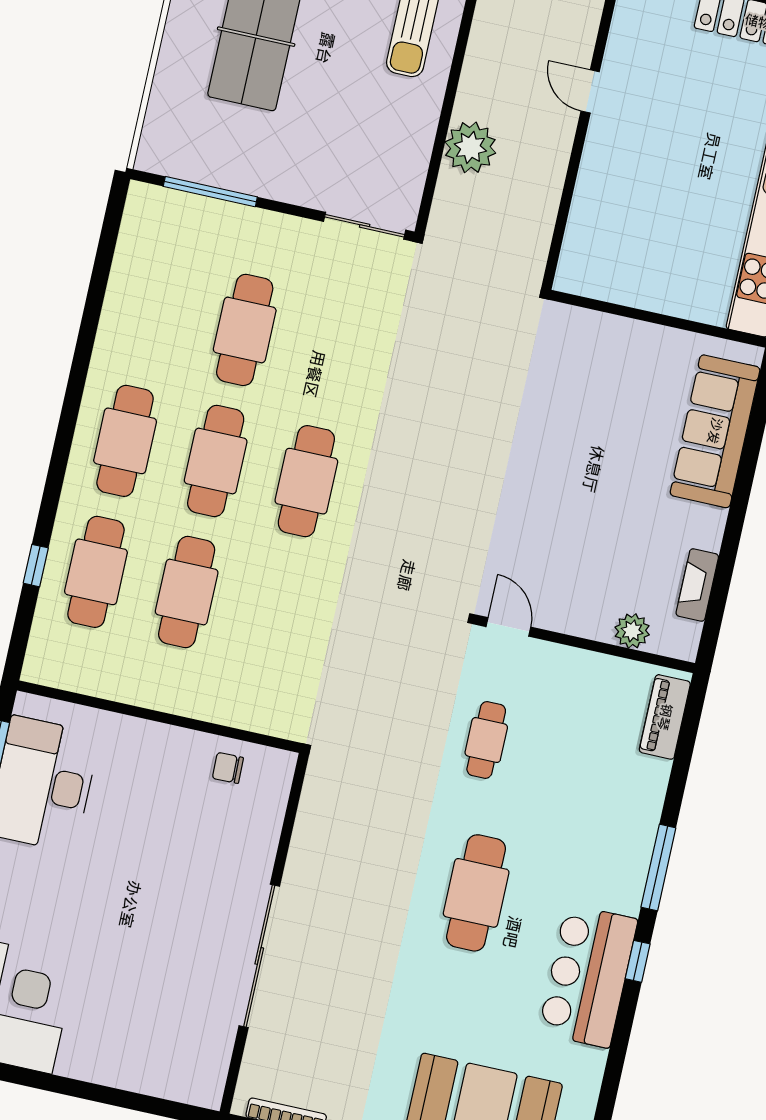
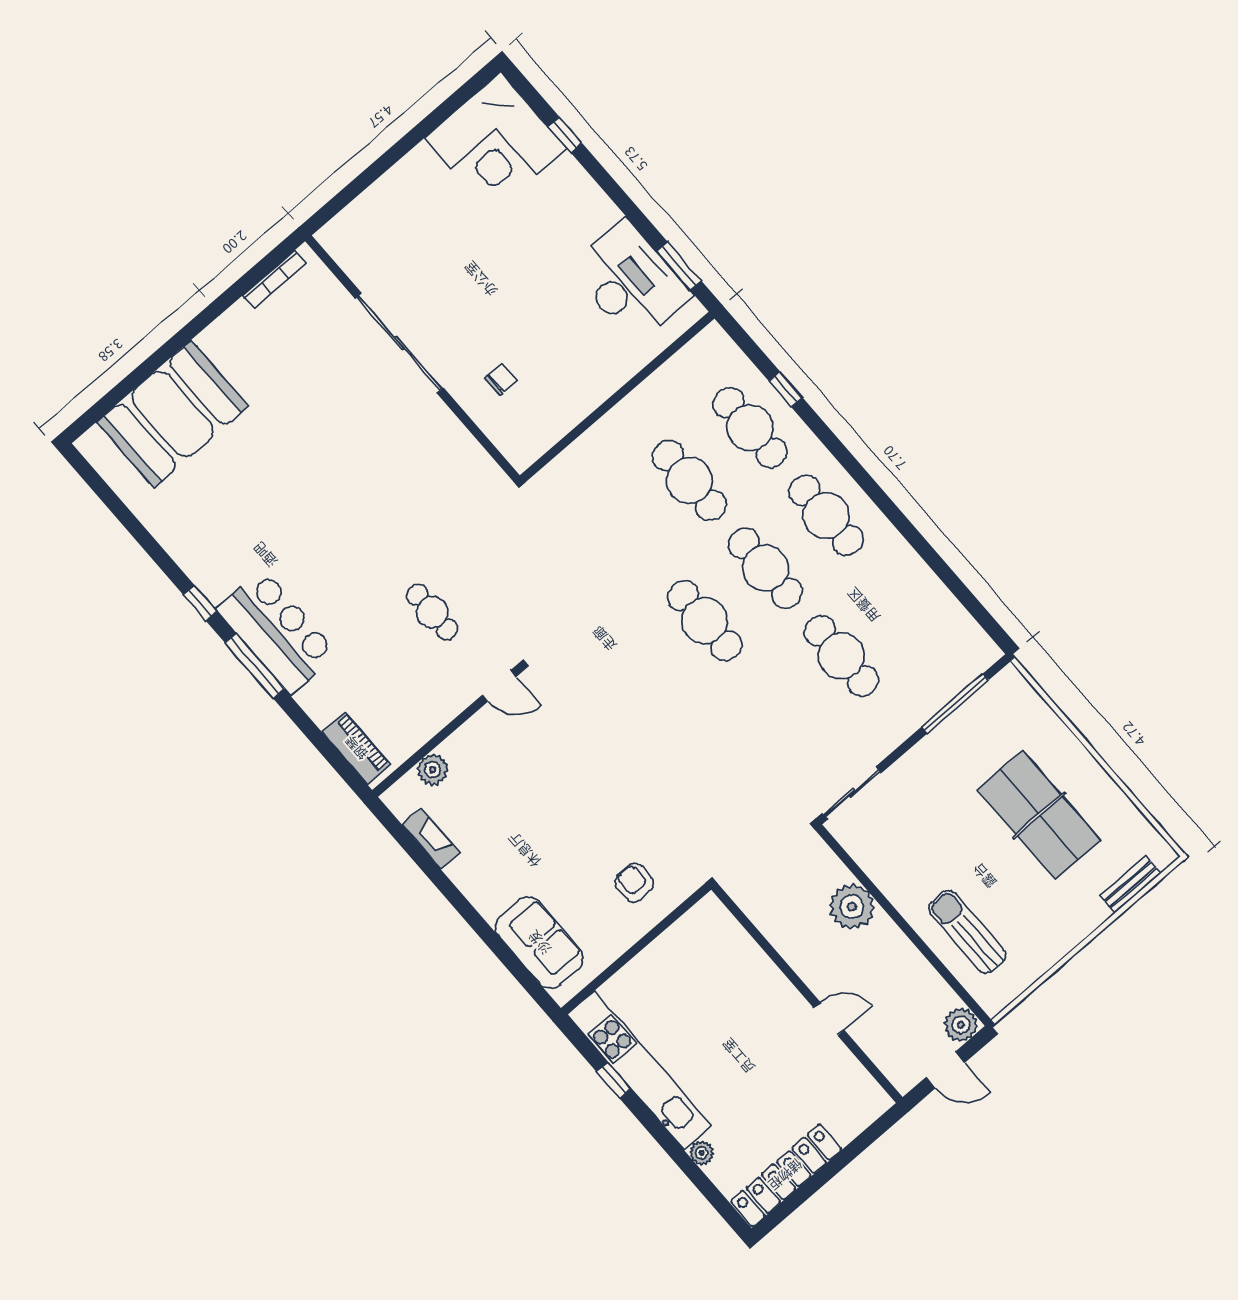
armchair: (598, 366) -> (634, 883), added
sofa: (715, 431) -> (539, 943), width x0.73
chair: (228, 768) -> (501, 379), moved
cafe table: (476, 893) -> (331, 526), removed
bar counter: (588, 976) -> (277, 631), moved

